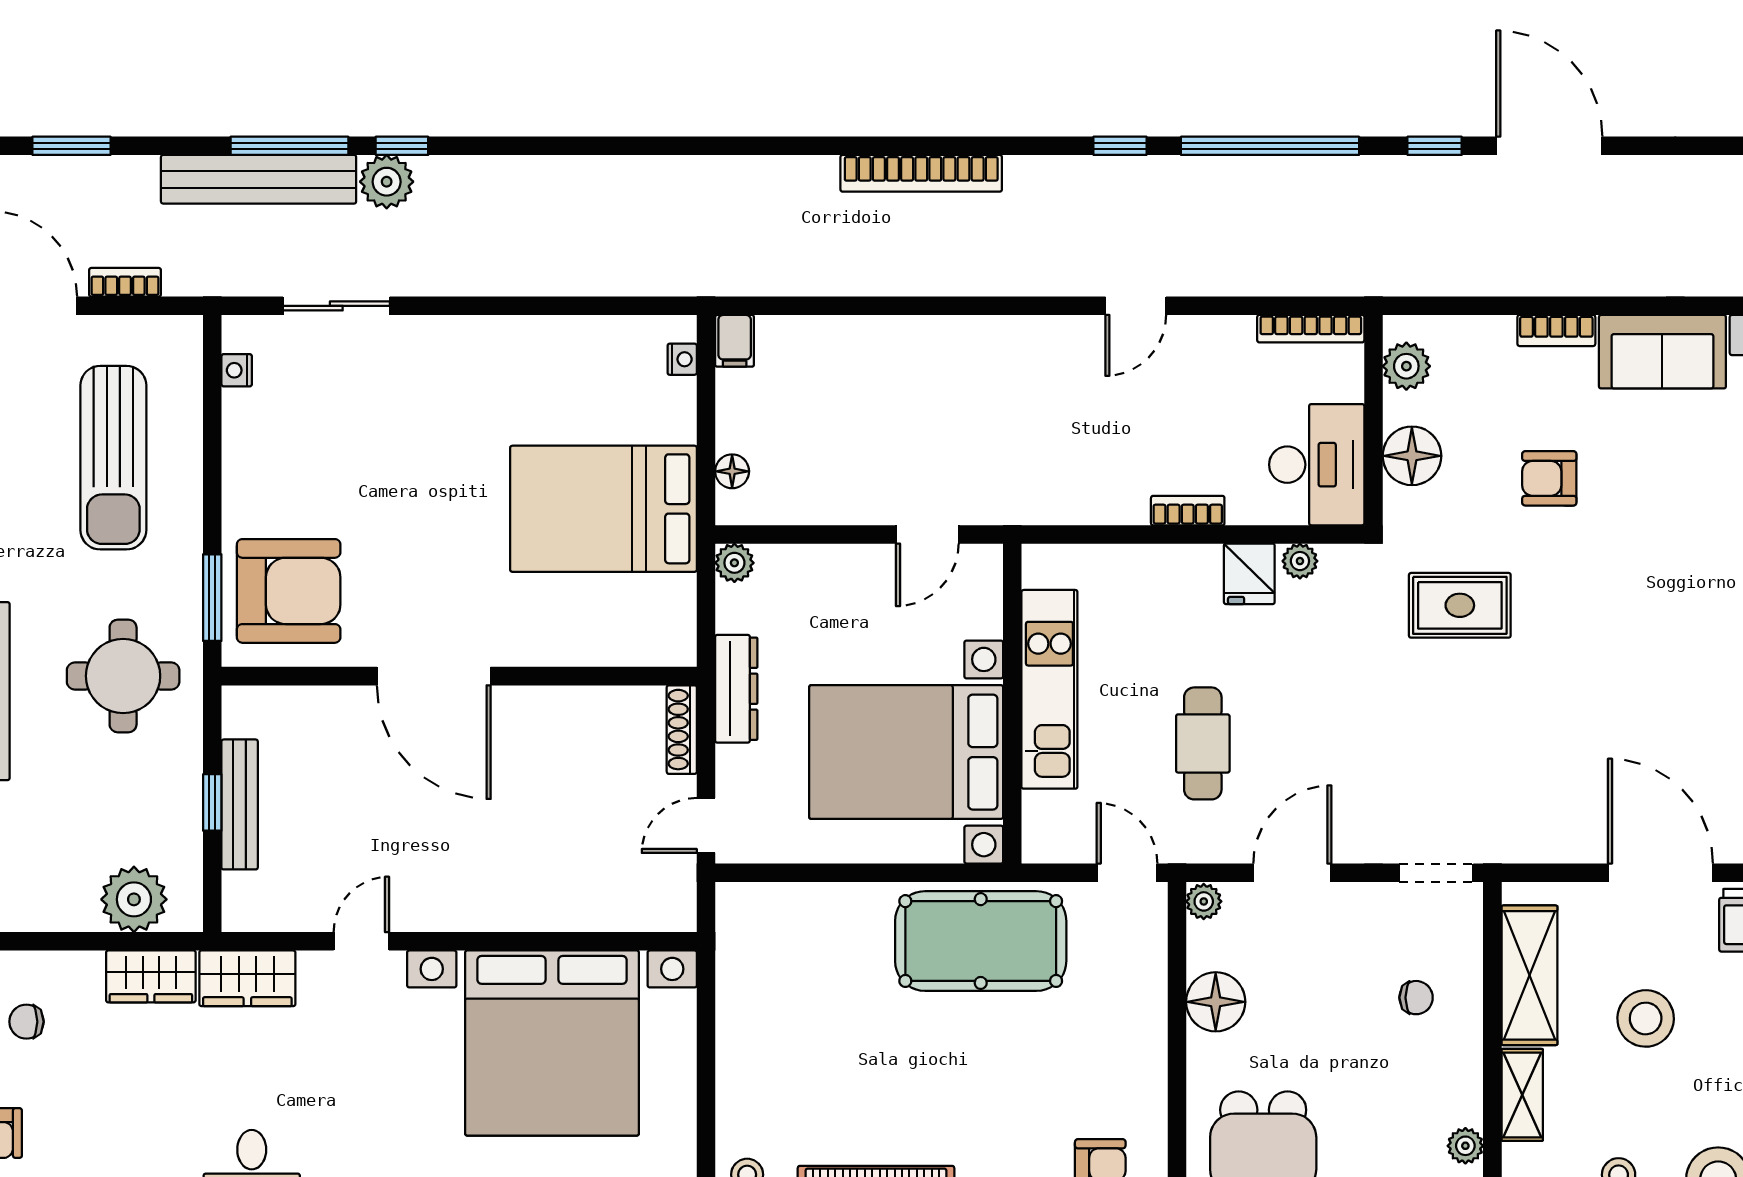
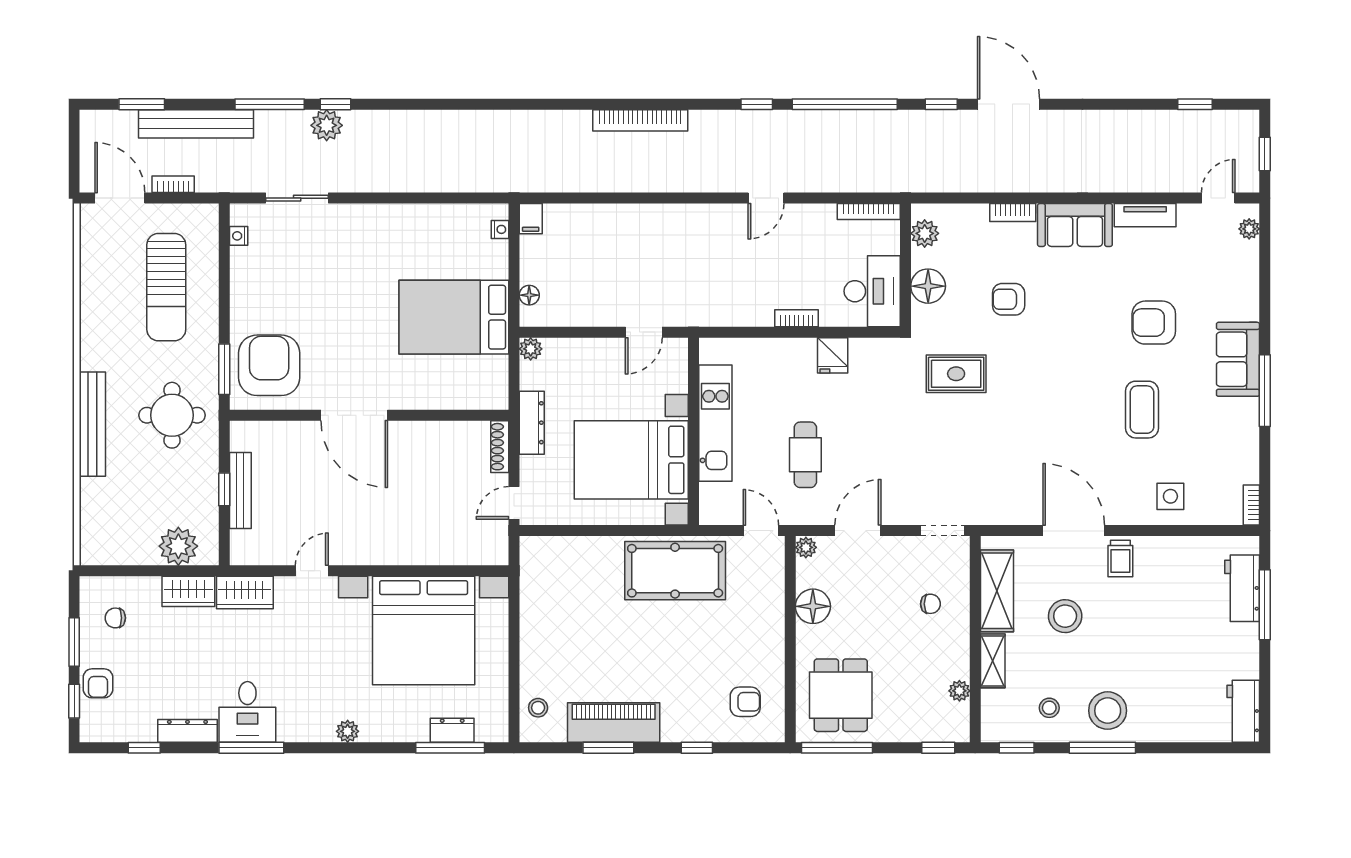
bench: (259, 179) -> (196, 124), moved
plant: (1300, 561) -> (862, 348), removed
armchair: (289, 591) -> (269, 365), turned -90

